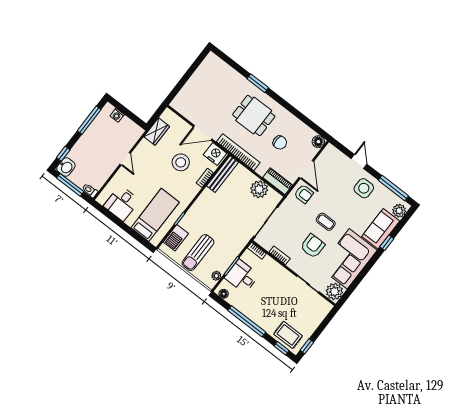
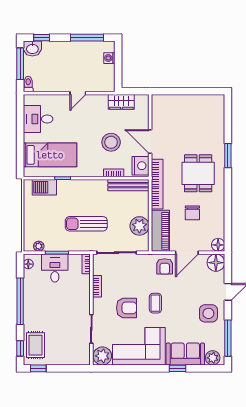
floor lamp: (330, 154) -> (216, 263), added
piano: (278, 181) -> (160, 231), width x1.37, depth x1.33
sun lounger: (198, 253) -> (86, 224), moved

